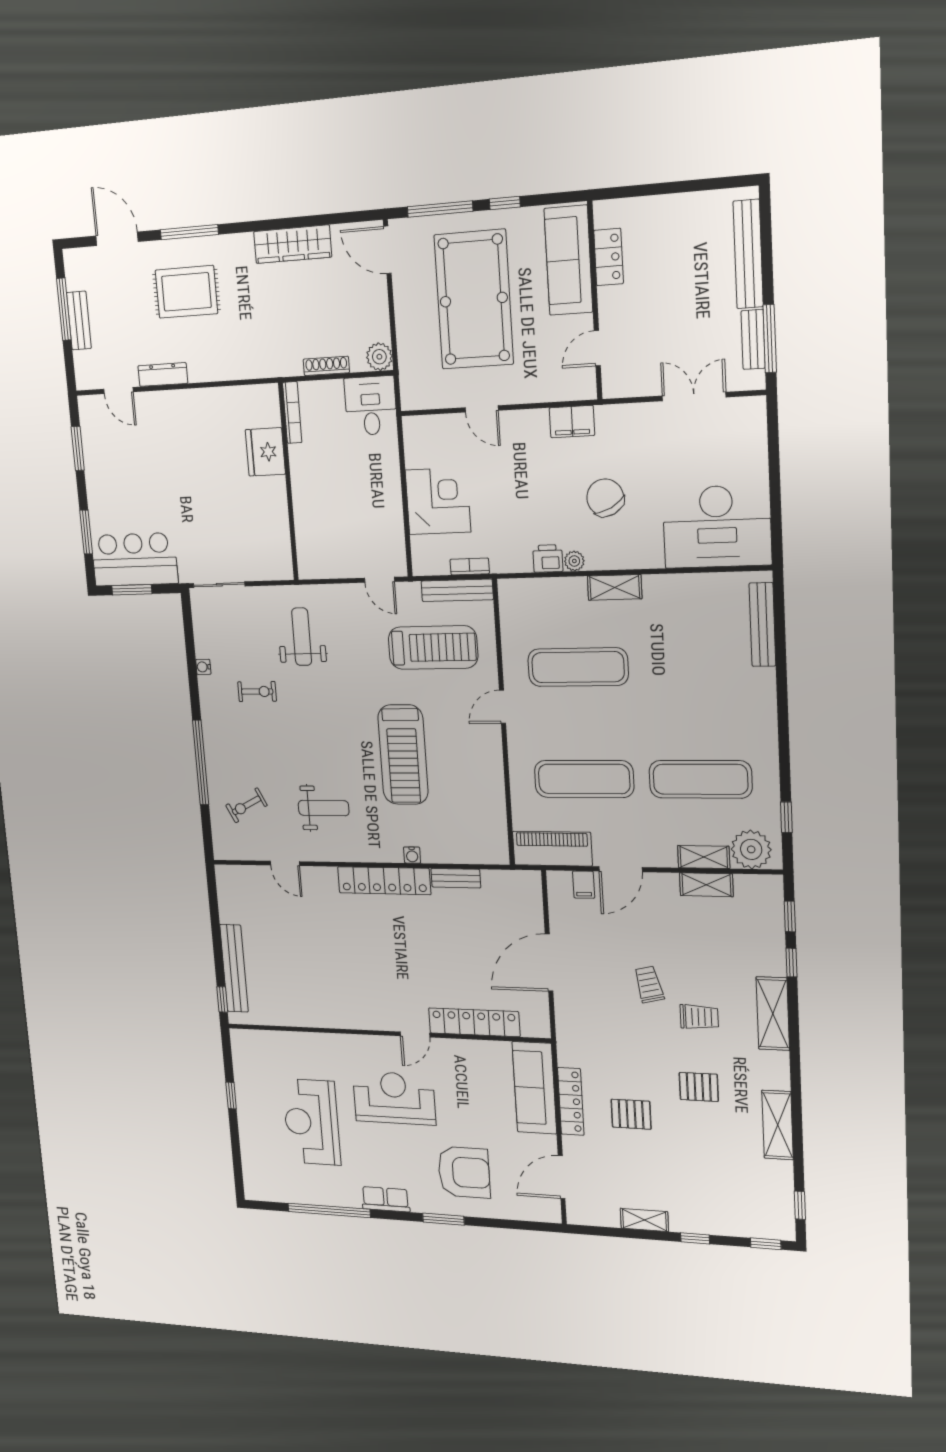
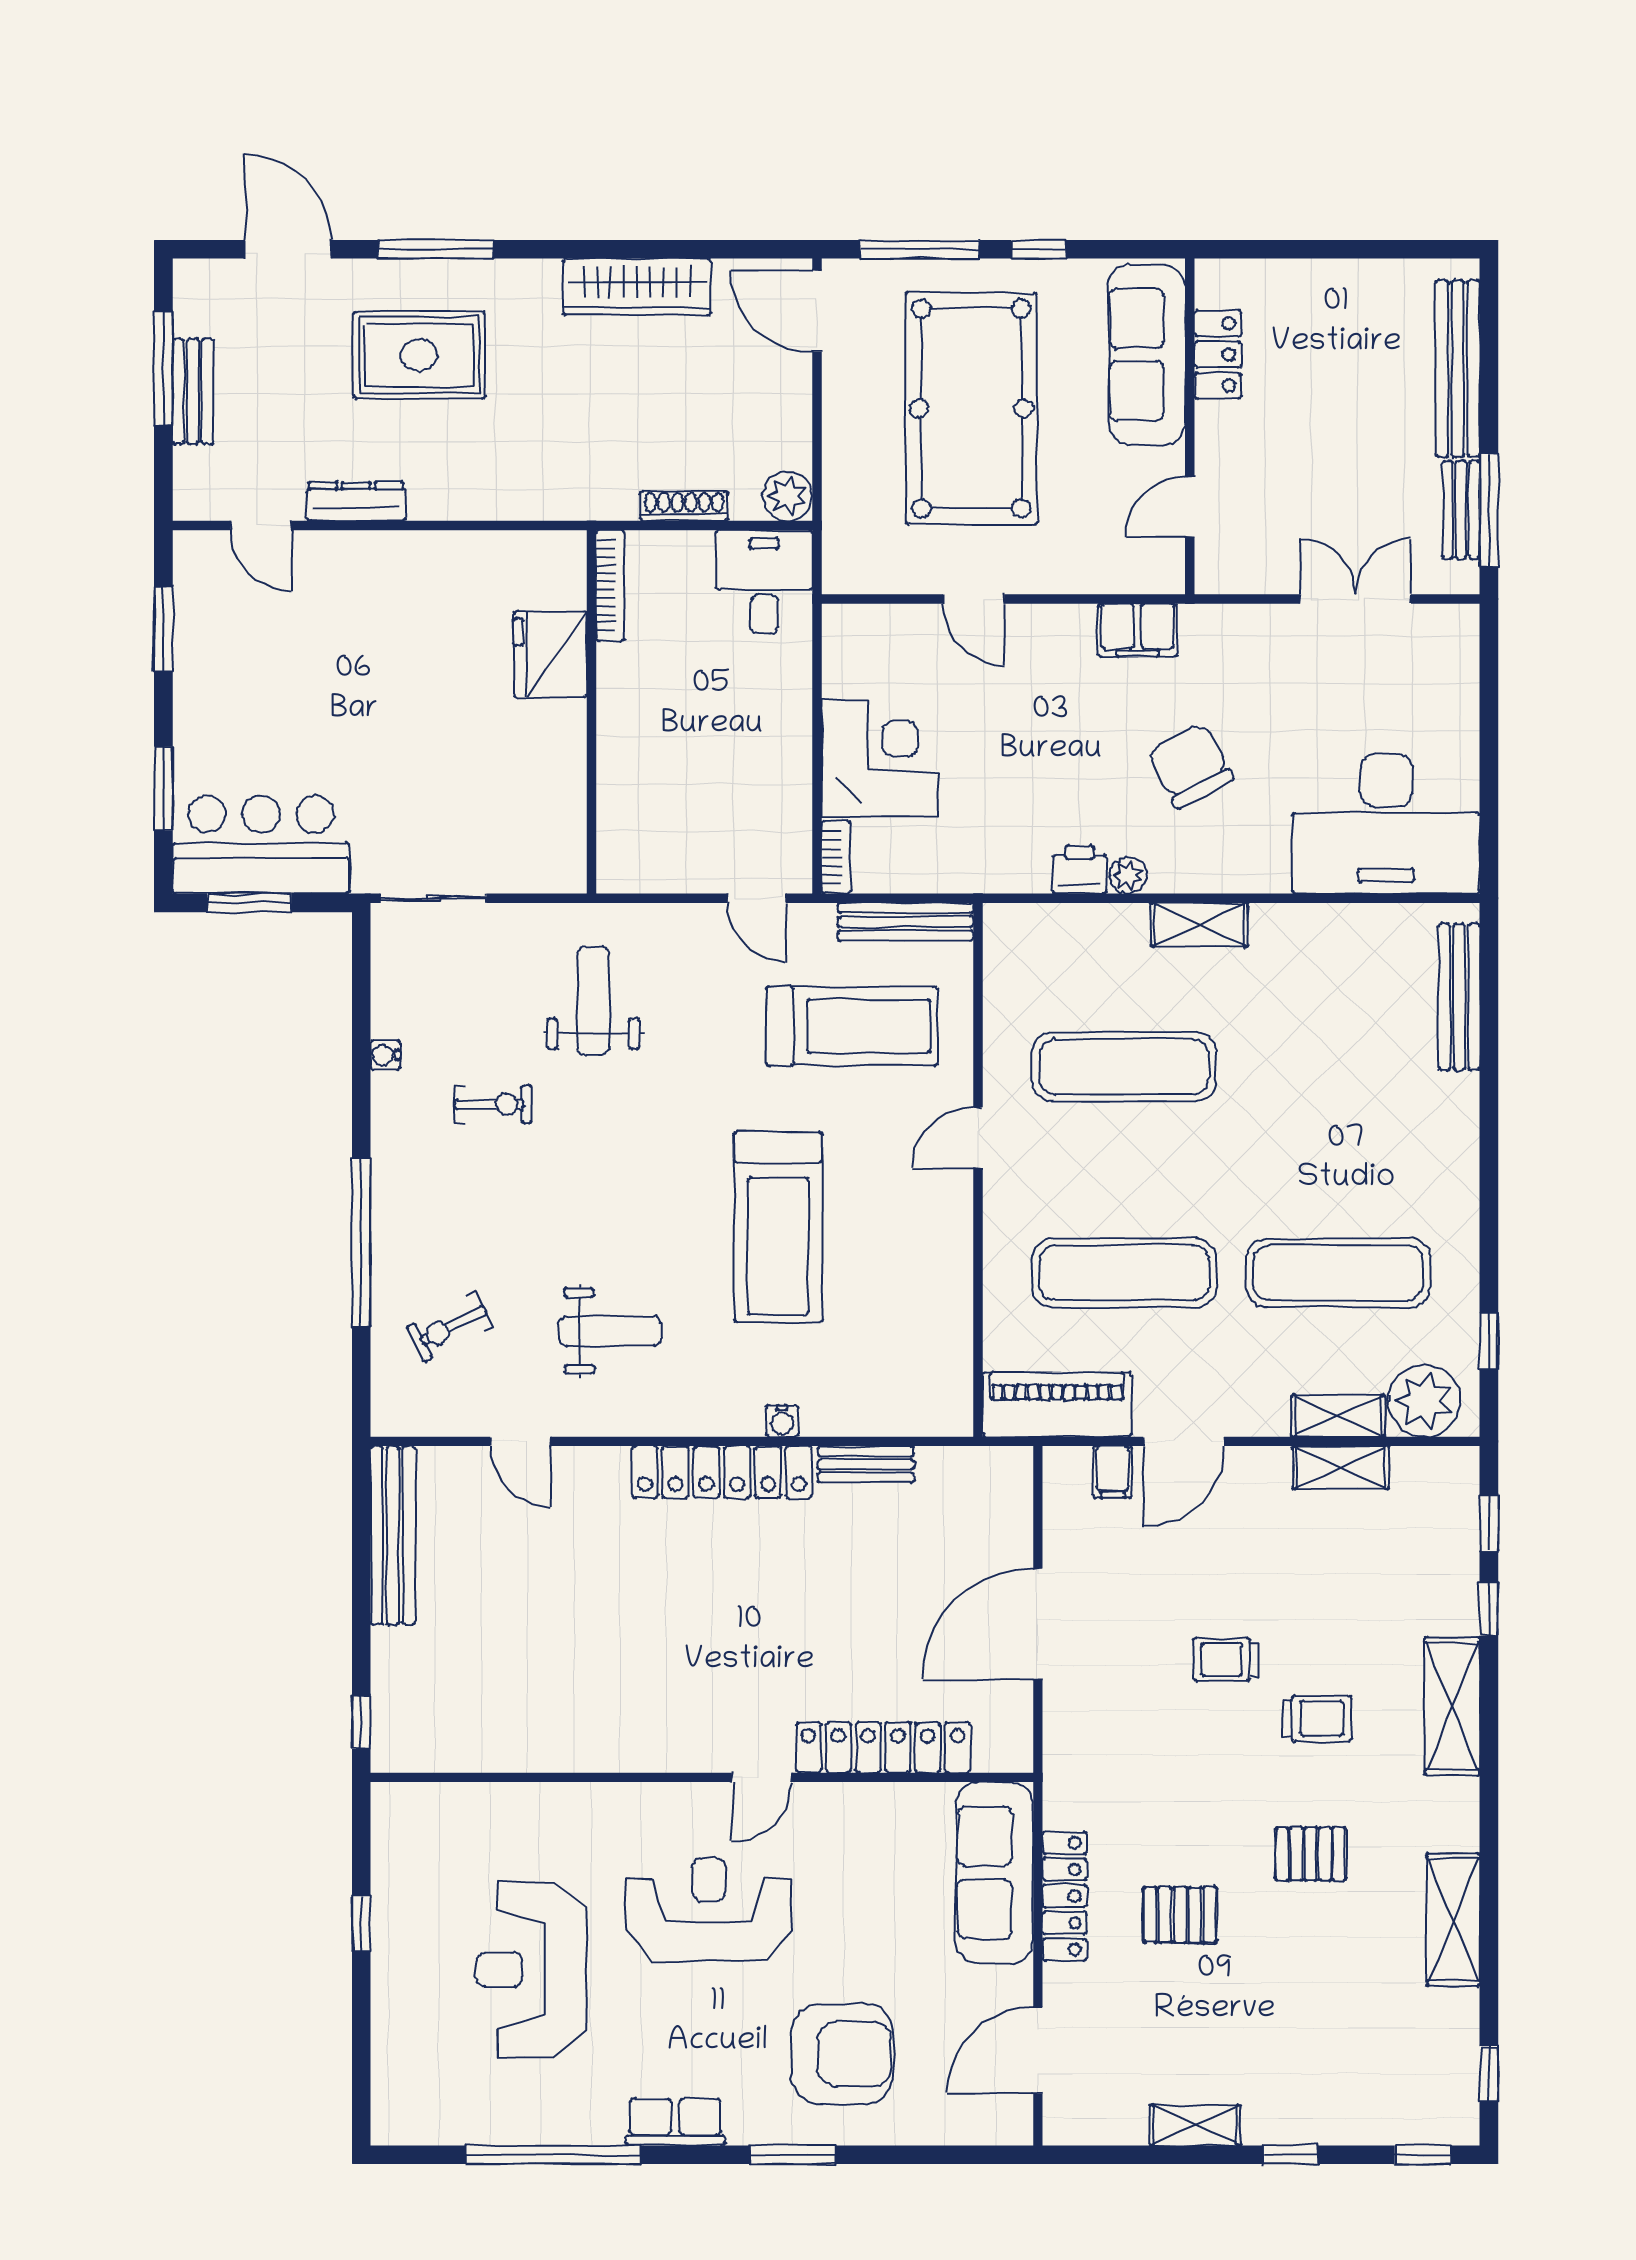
bookcase: (470, 566) -> (836, 857), moved, turned 90
bench: (234, 968) -> (393, 1535), moved
trolley: (649, 985) -> (1226, 1660), turned -77

